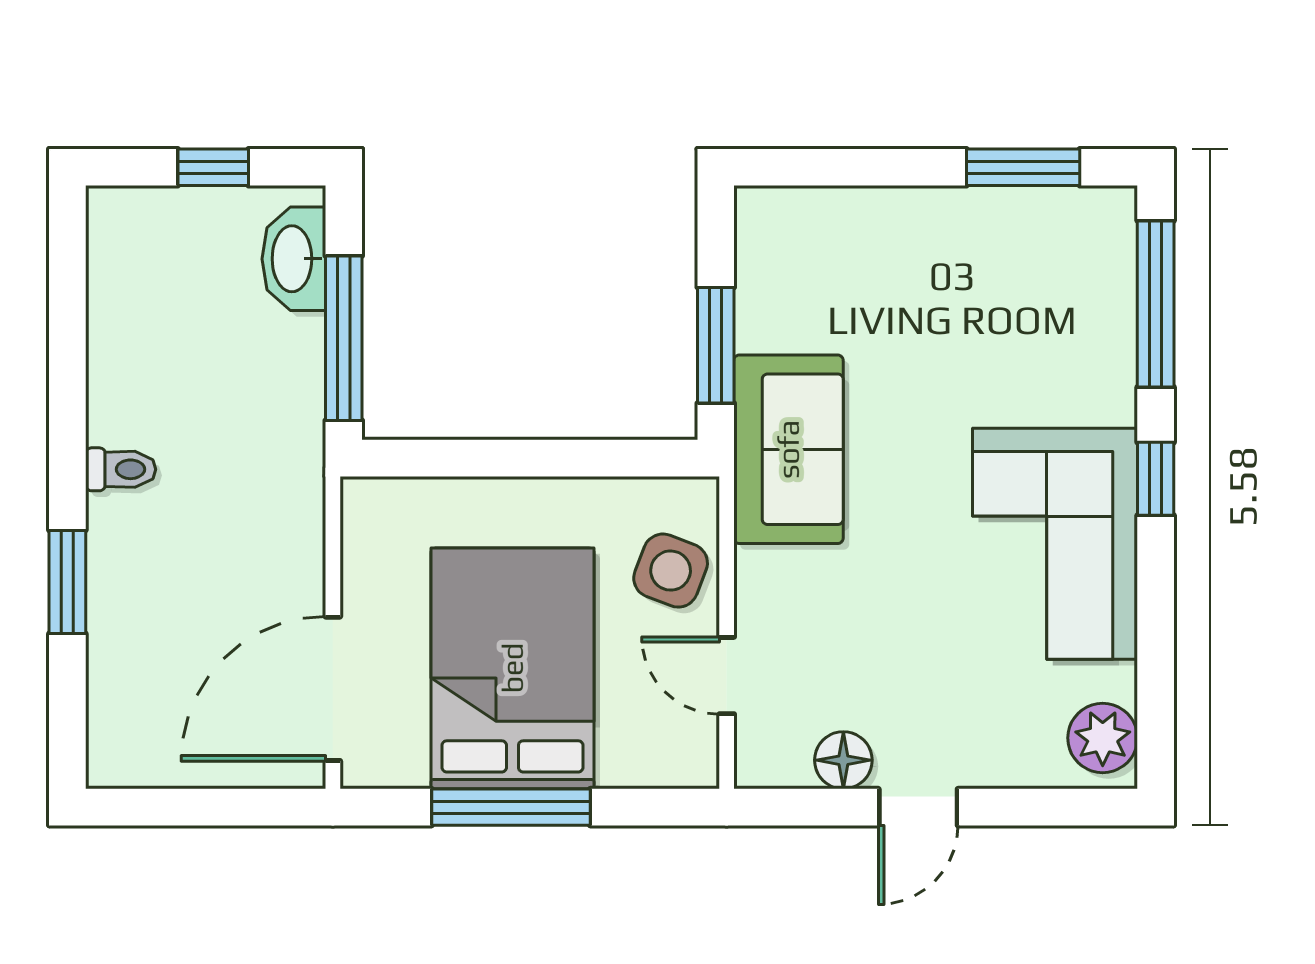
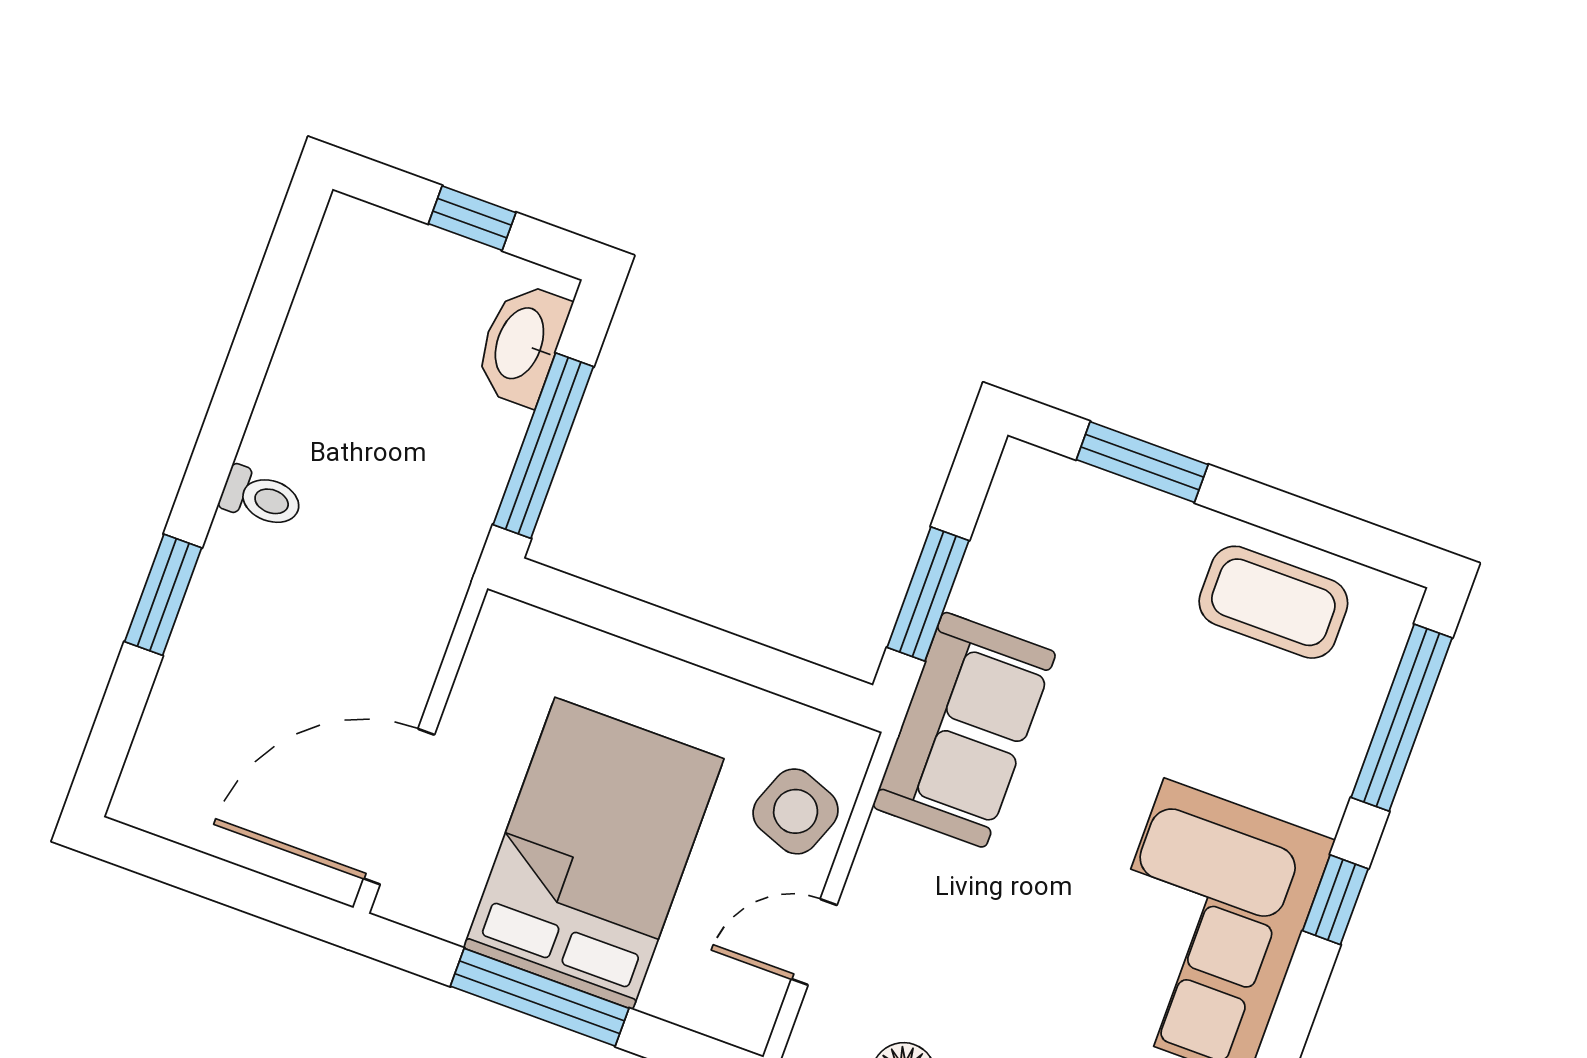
window: (1023, 167) -> (1142, 462), moved
coffee table: (1011, 246) -> (1273, 602), added
door: (727, 676) -> (814, 942), hinge flipped

